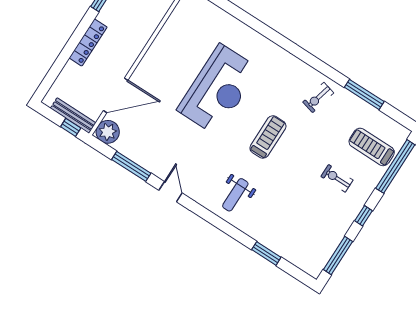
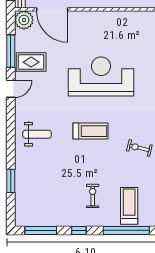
reception desk: (218, 89) -> (101, 76), turned 180
rug: (156, 153) -> (31, 62), added
weight bench: (235, 195) -> (37, 134), turned 180

